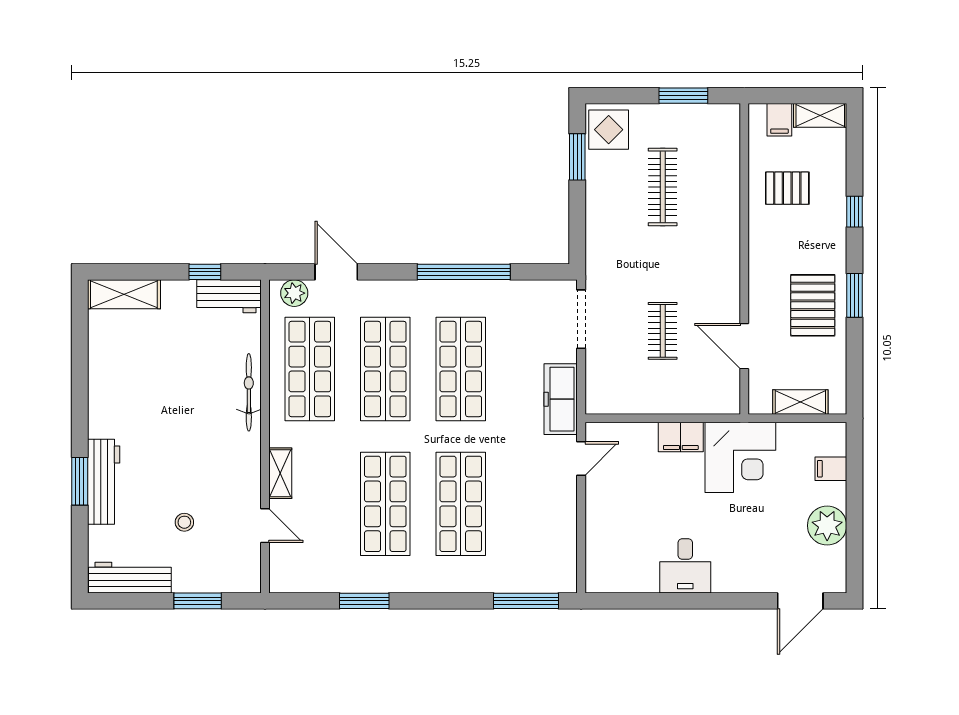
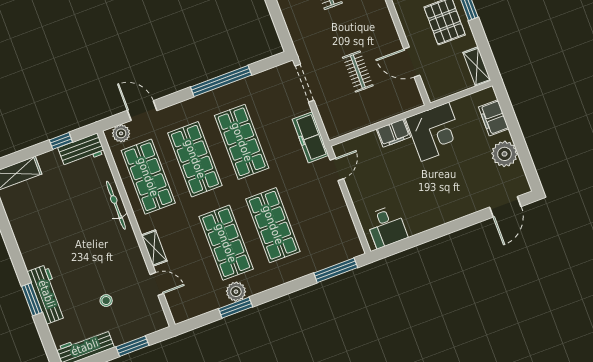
shelving: (800, 402) -> (477, 66), moved, turned 90
filing cabinet: (831, 469) -> (494, 118), width x2.00
desk: (685, 566) -> (386, 227), moved
plant: (373, 578) -> (236, 292), added

